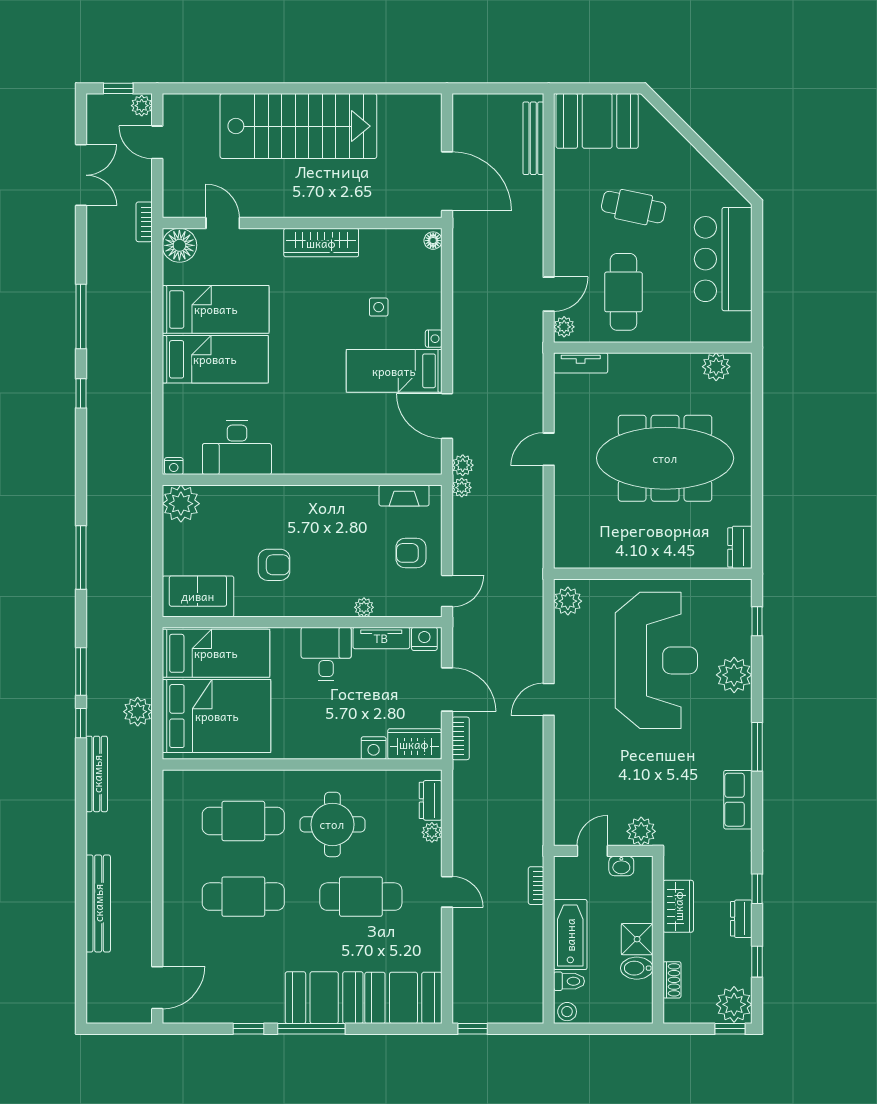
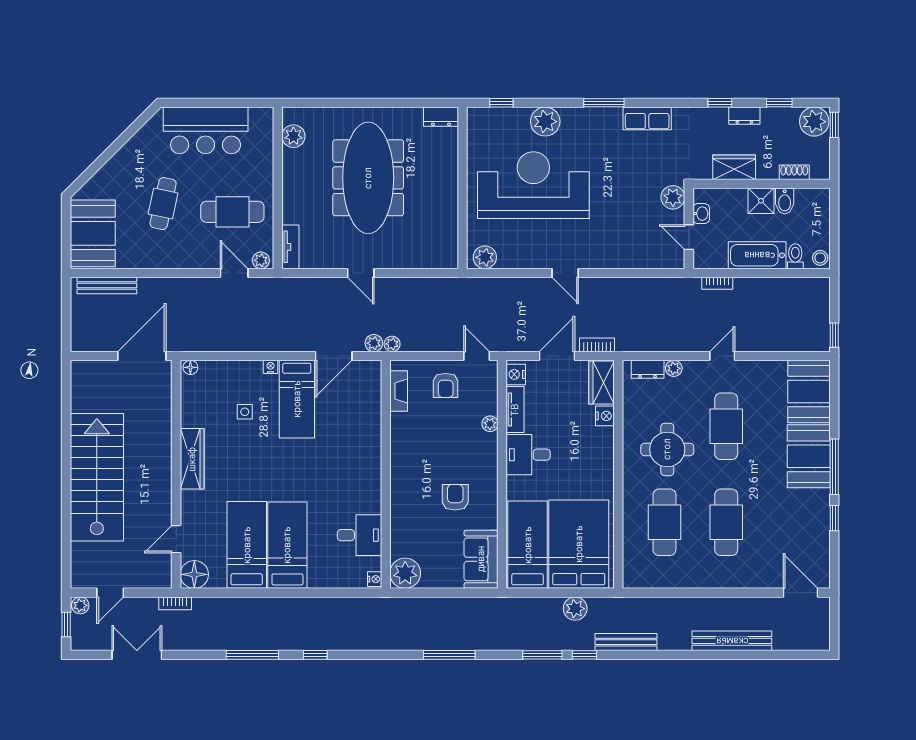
desk: (237, 448) -> (360, 535), width x0.73

